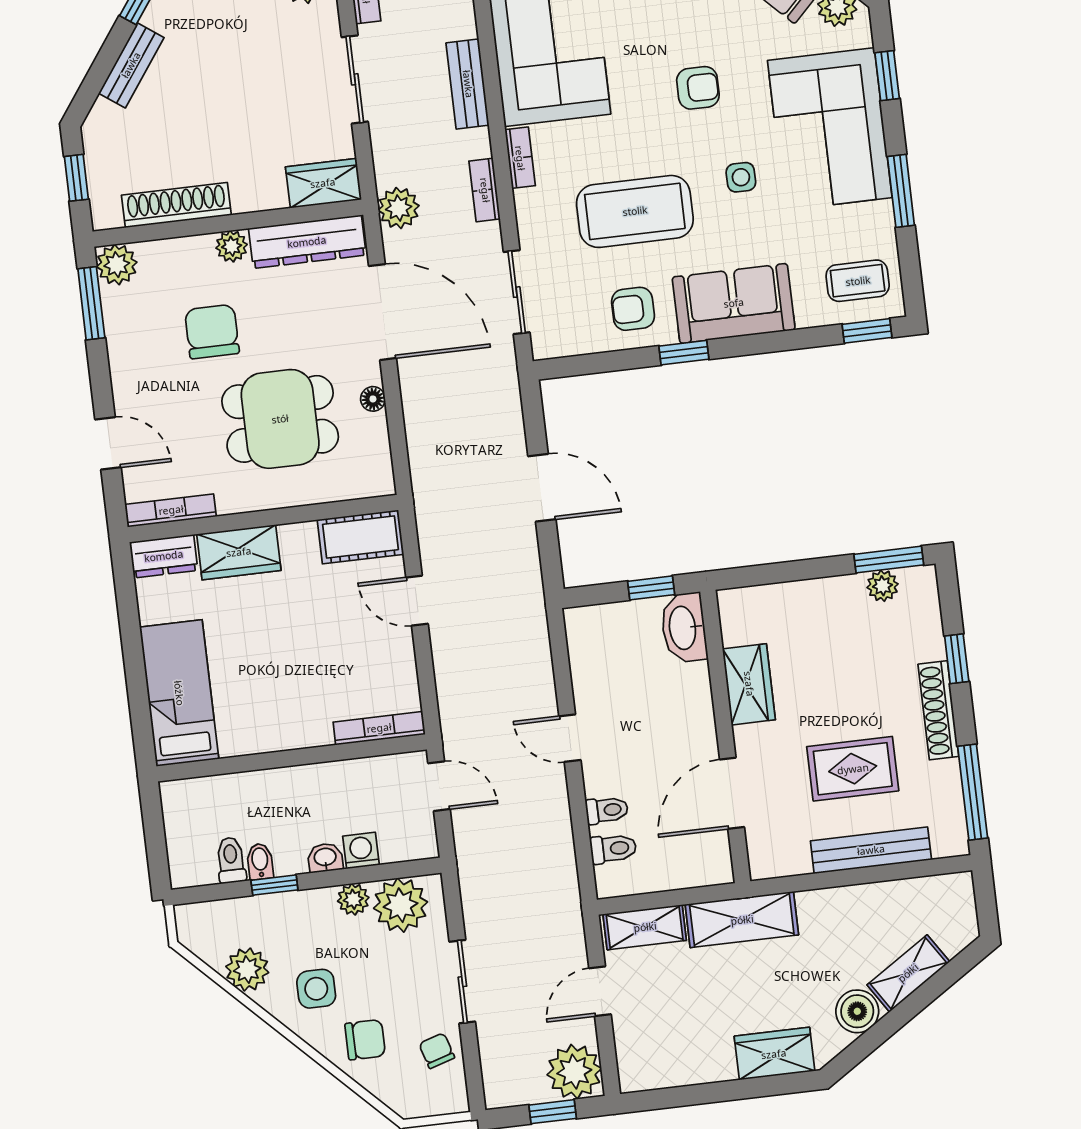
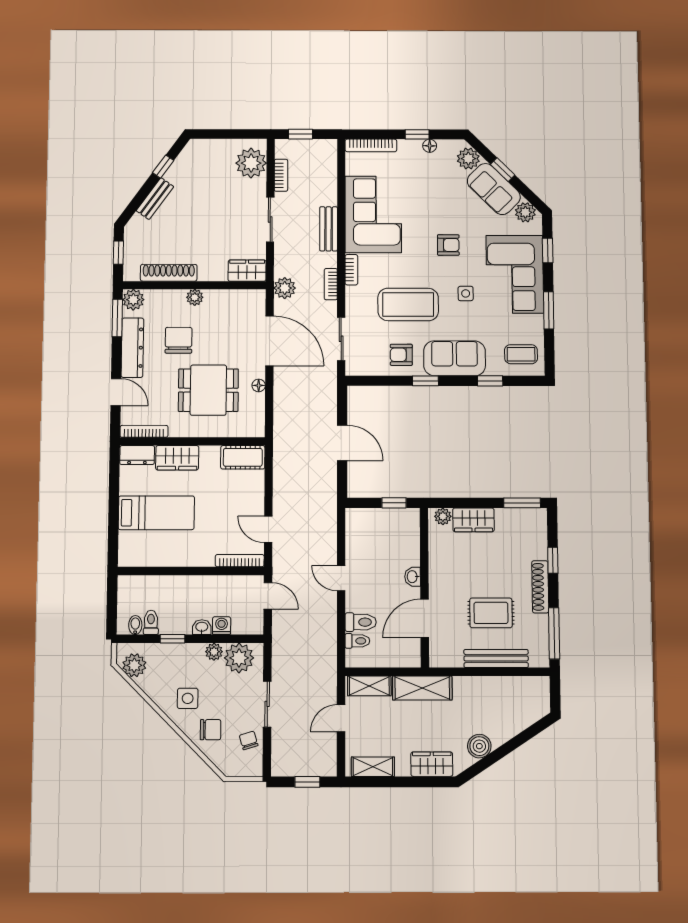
dresser: (307, 242) -> (132, 348), moved, turned -90
window: (867, 331) -> (490, 381), moved
plant: (883, 586) -> (443, 516), moved
door: (417, 601) -> (268, 529), moved
washbasin: (684, 628) -> (413, 577), moved, width x0.52, depth x0.69
wardrobe: (749, 684) -> (473, 520), moved, turned 90
bed: (179, 693) -> (156, 513), moved, turned 90
toilet: (607, 810) -> (361, 622), width x1.37, depth x1.39
bidet: (260, 861) -> (135, 625), moved
plant: (247, 969) -> (134, 665), moved
shelving: (908, 973) -> (373, 767), moved, turned 33
plant: (574, 1072) -> (322, 761), removed

